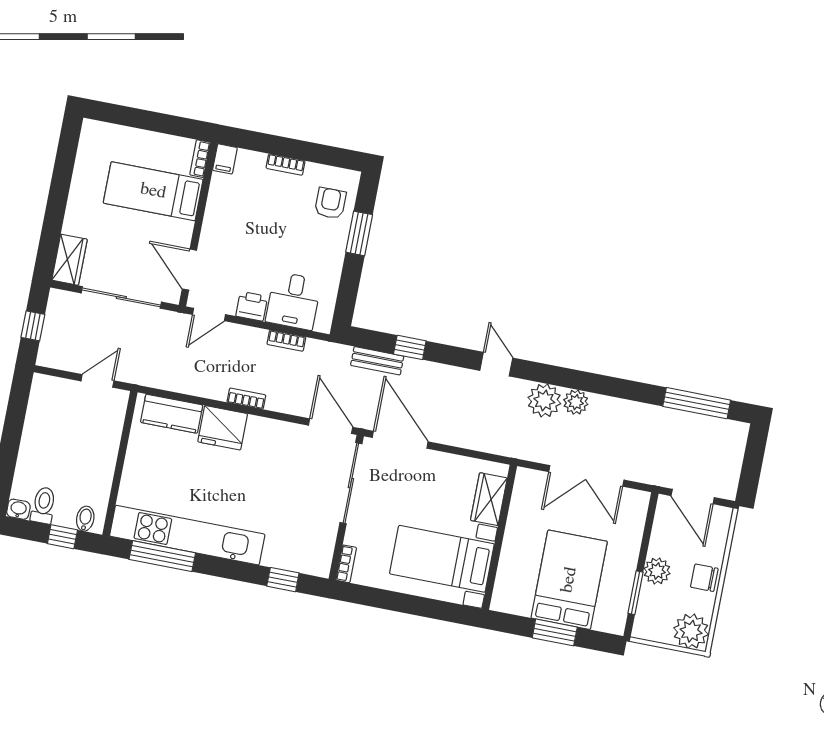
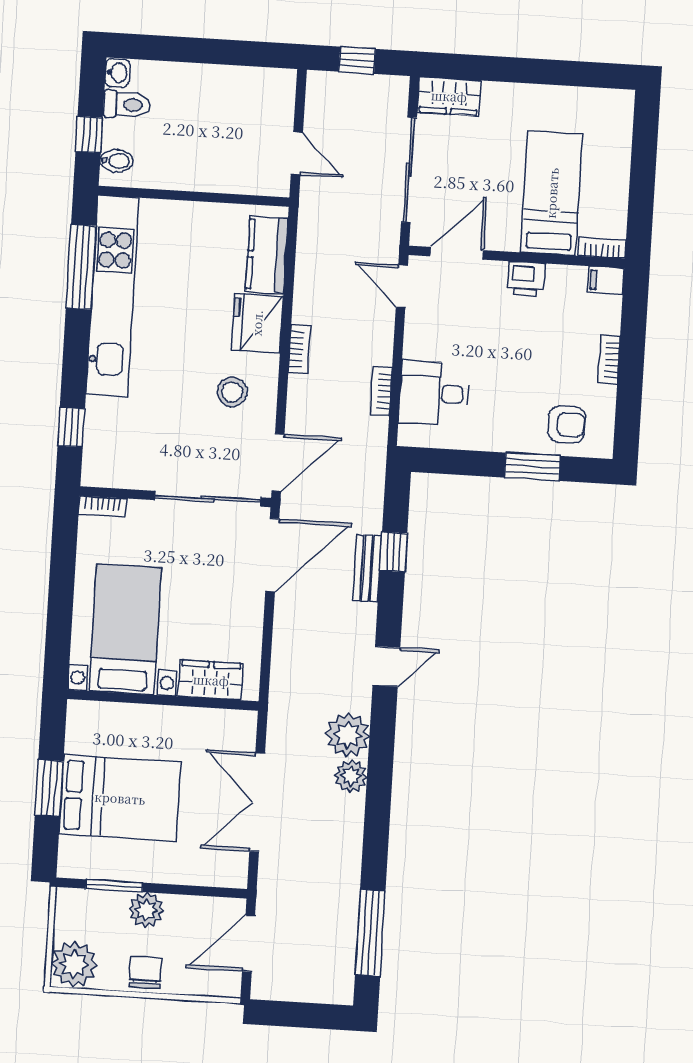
printer: (252, 306) -> (526, 279), moved, turned 90
bench: (377, 361) -> (367, 568), moved
stool: (272, 454) -> (232, 392), added

